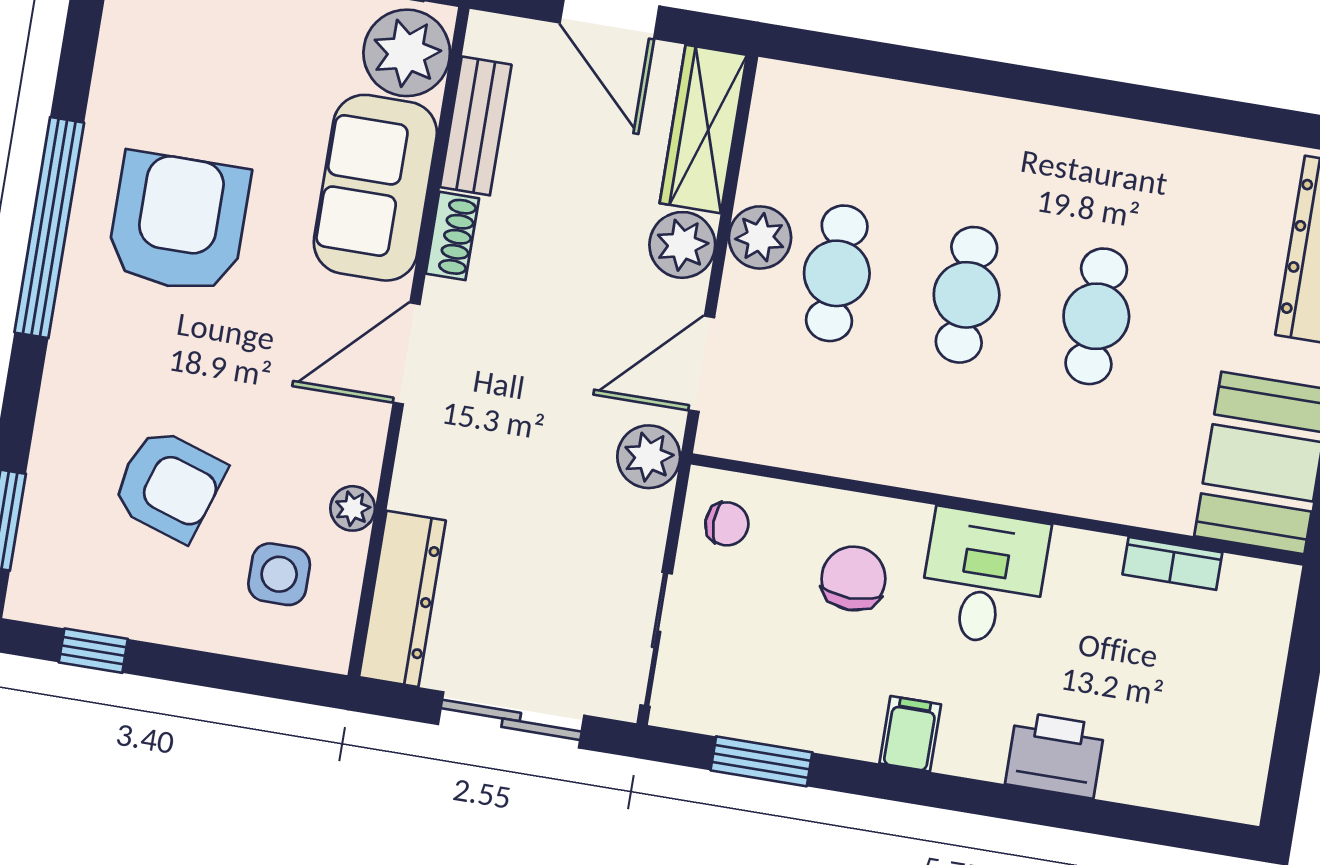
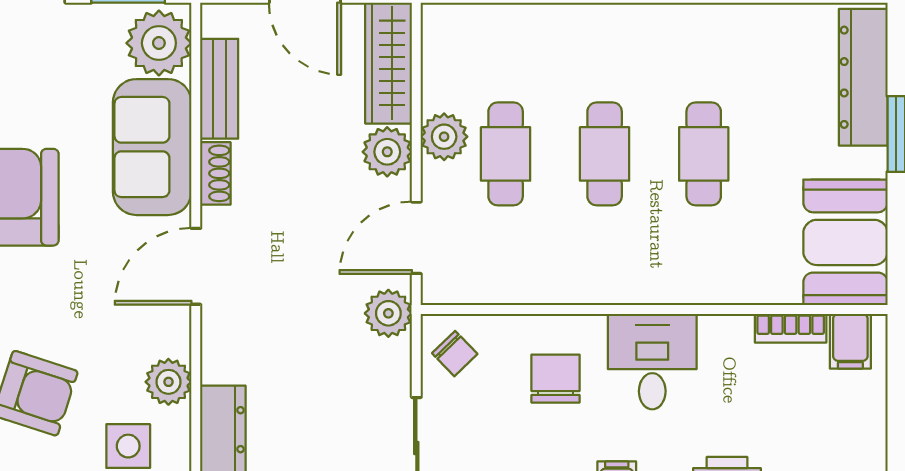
plant: (353, 508) -> (168, 382), width x1.38, depth x1.38
chair: (727, 524) -> (455, 354), turned 46
filing cabinet: (1248, 593) -> (850, 341), added

